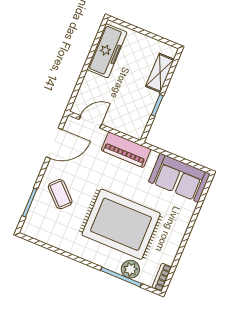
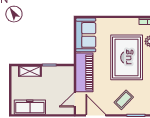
door: (90, 122) -> (75, 100), hinge flipped
piano: (126, 150) -> (84, 72), width x1.37, depth x1.33

